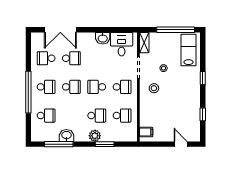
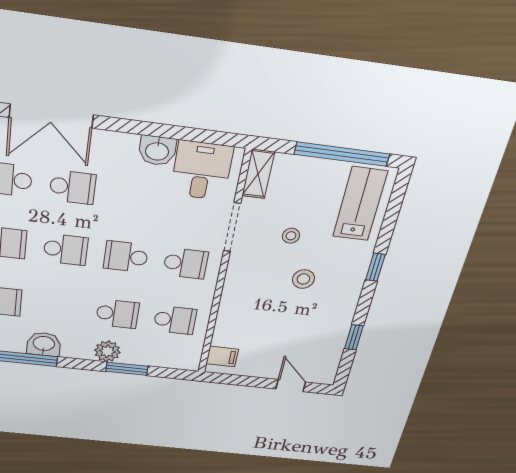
stool: (154, 88) -> (303, 279), moved

